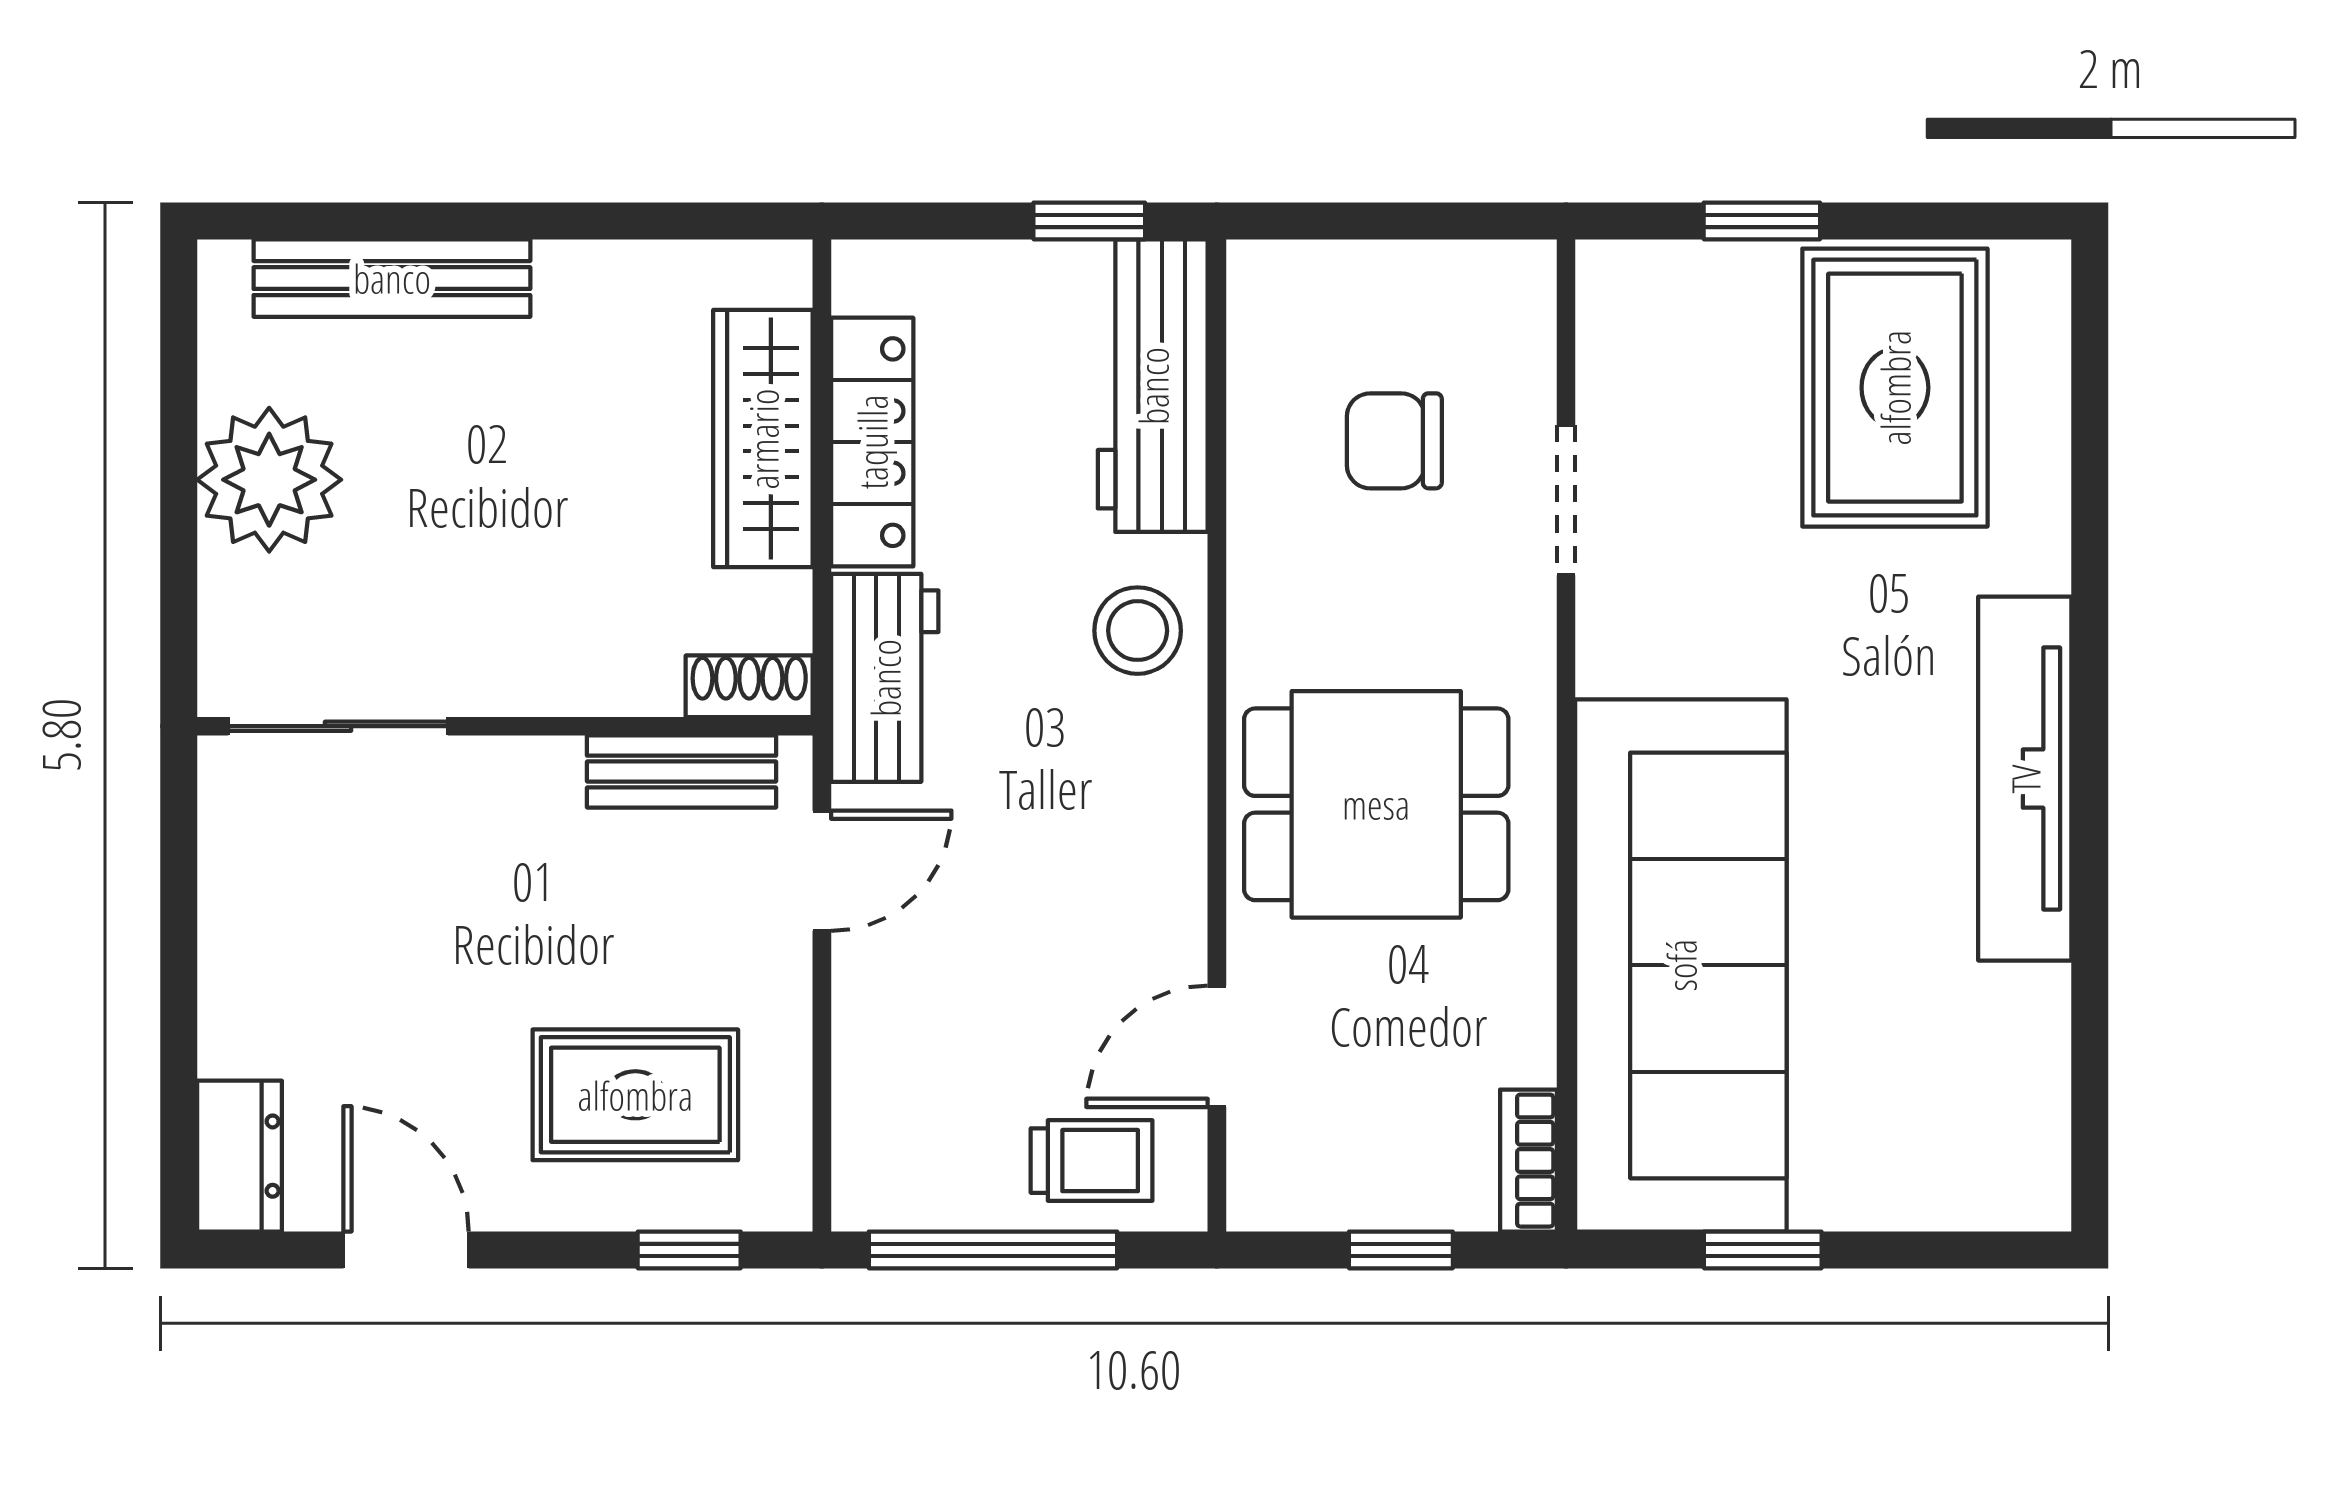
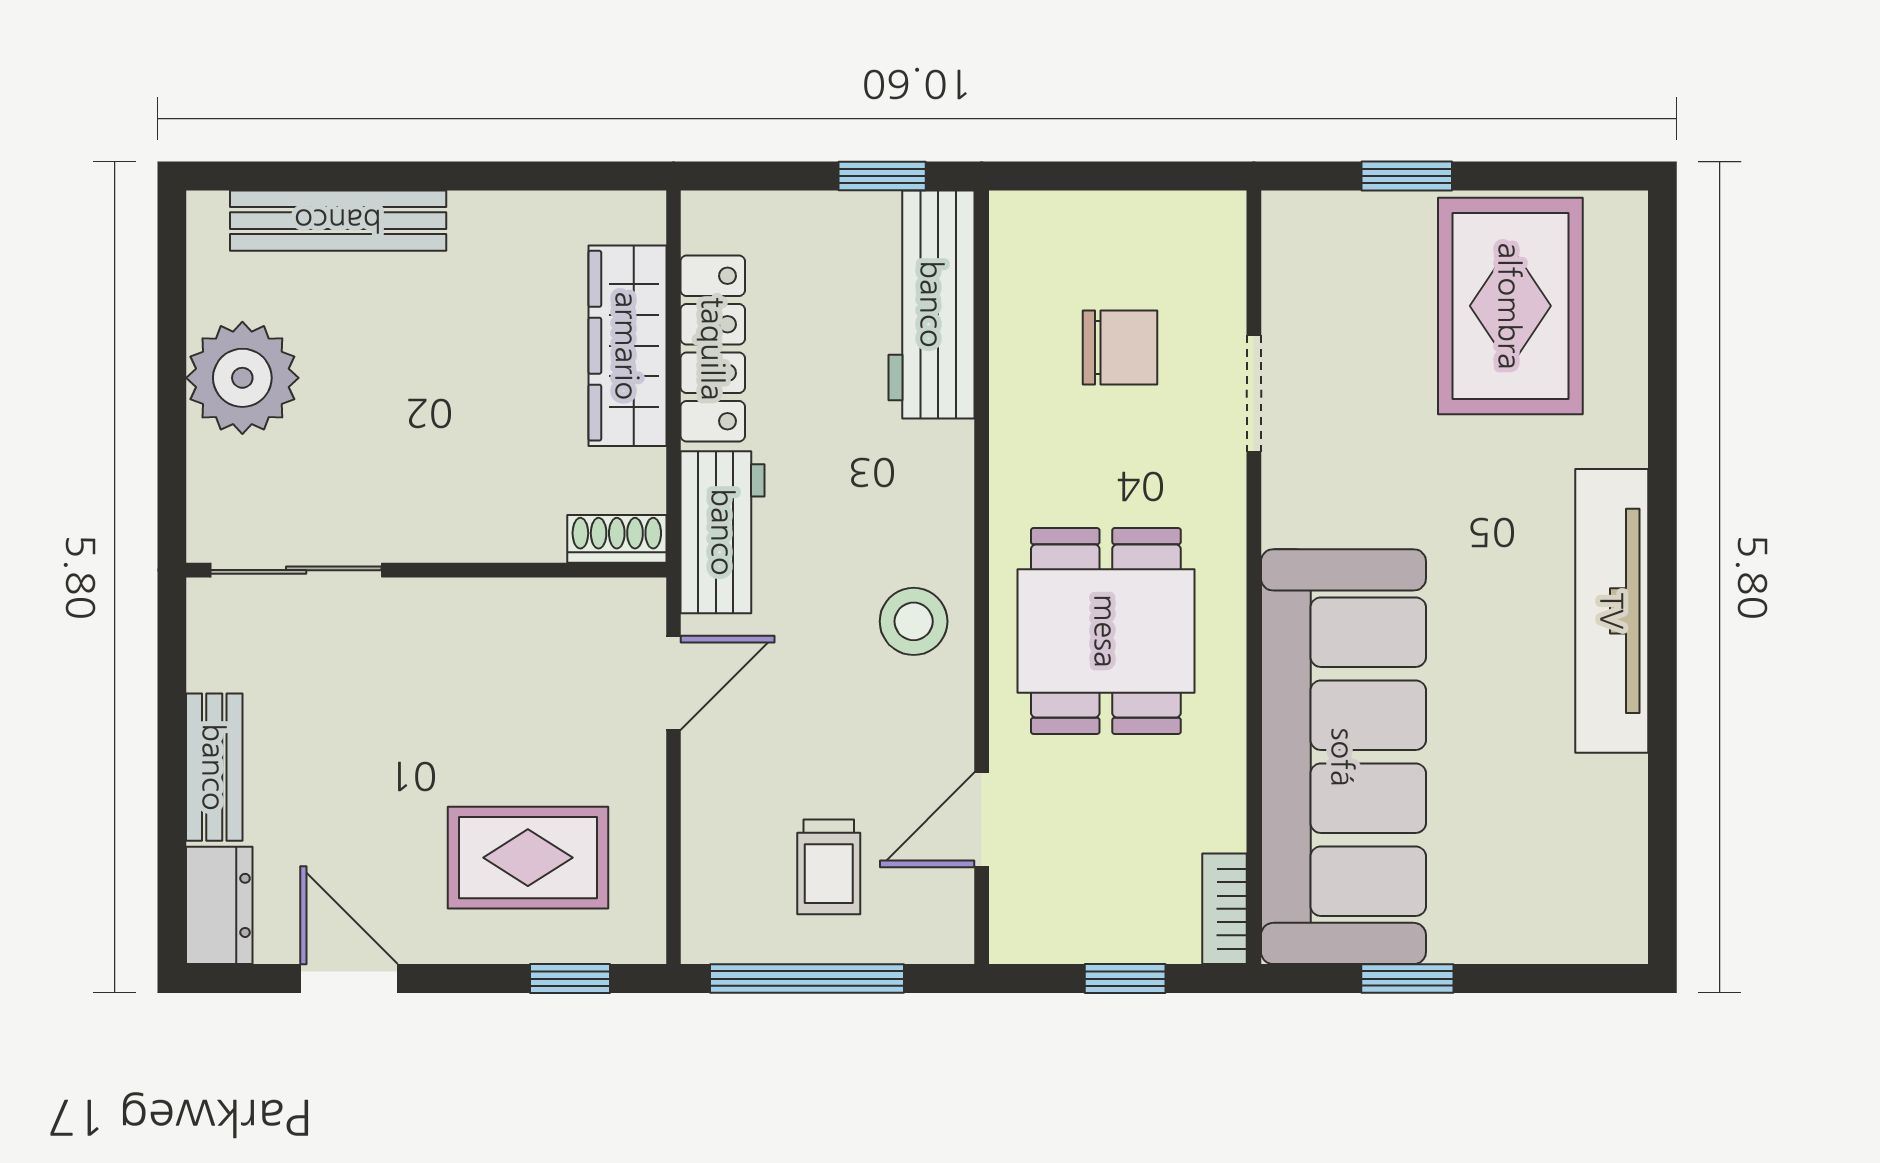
chair: (1394, 441) -> (1120, 348), turned 180
stool: (1138, 631) -> (914, 621), moved
bench: (682, 772) -> (214, 767), moved, turned 90
dining table: (1376, 804) -> (1106, 631), turned 90
trolley: (1092, 1161) -> (829, 867), moved, turned 90

